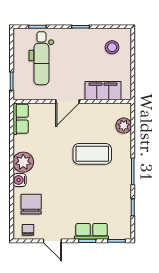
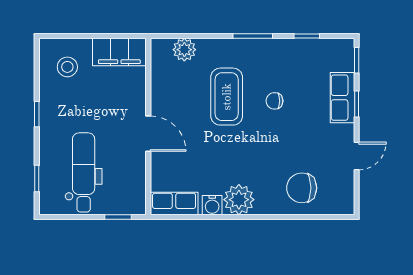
dental chair: (41, 58) -> (84, 172), turned -90
filing cabinet: (103, 91) -> (119, 52), moved, turned -90
water cooler: (20, 180) -> (212, 205), moved
chair: (28, 230) -> (274, 101), moved

